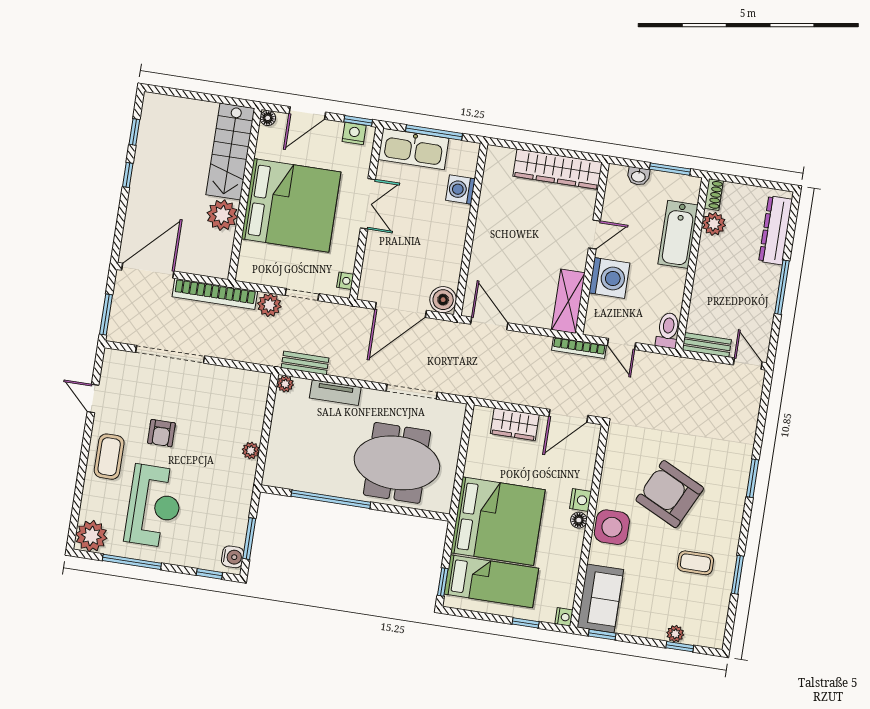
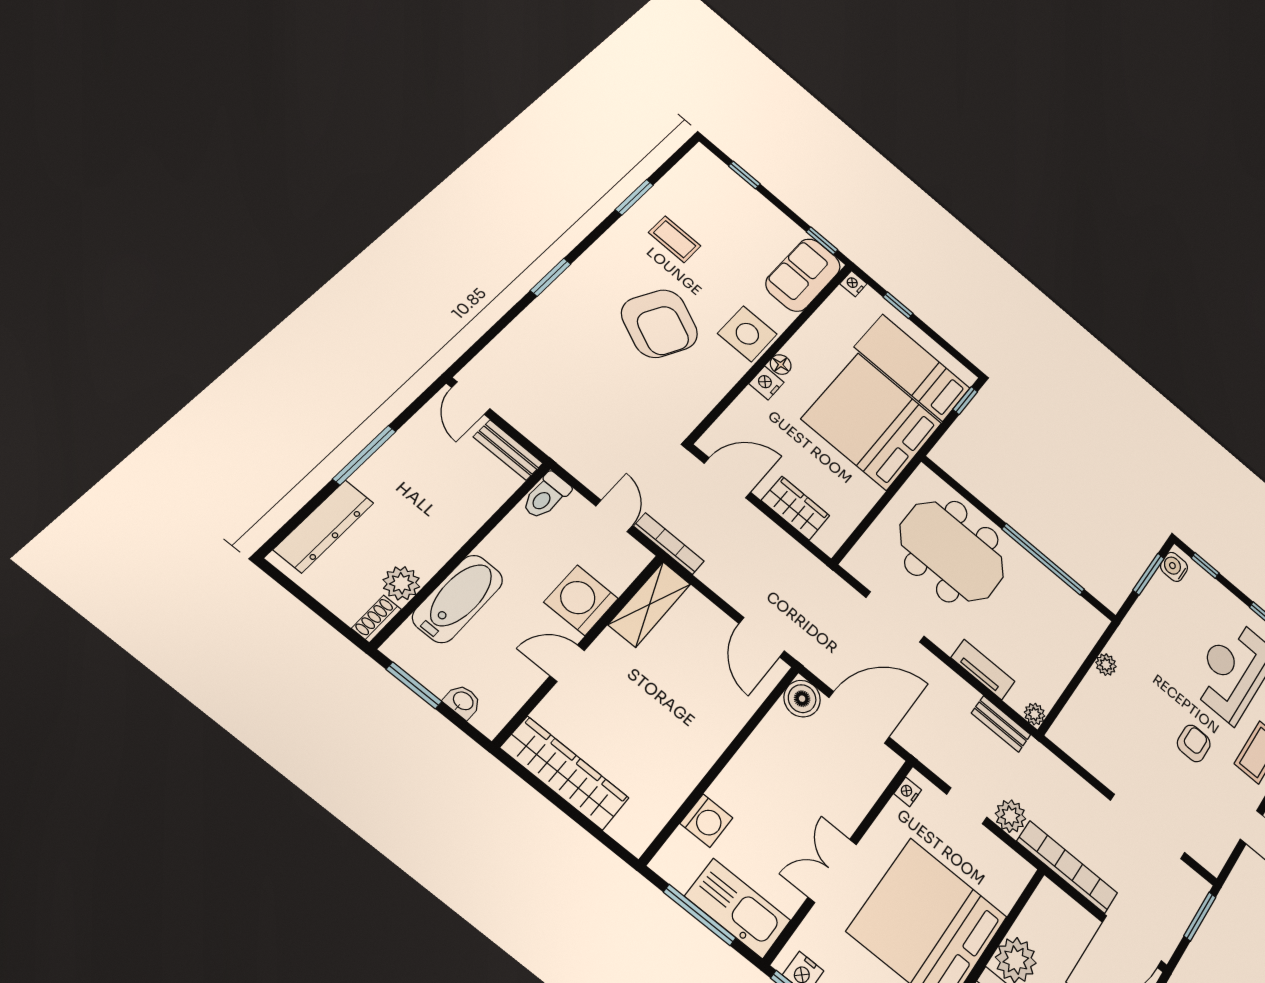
plant: (675, 634) -> (742, 190), removed

